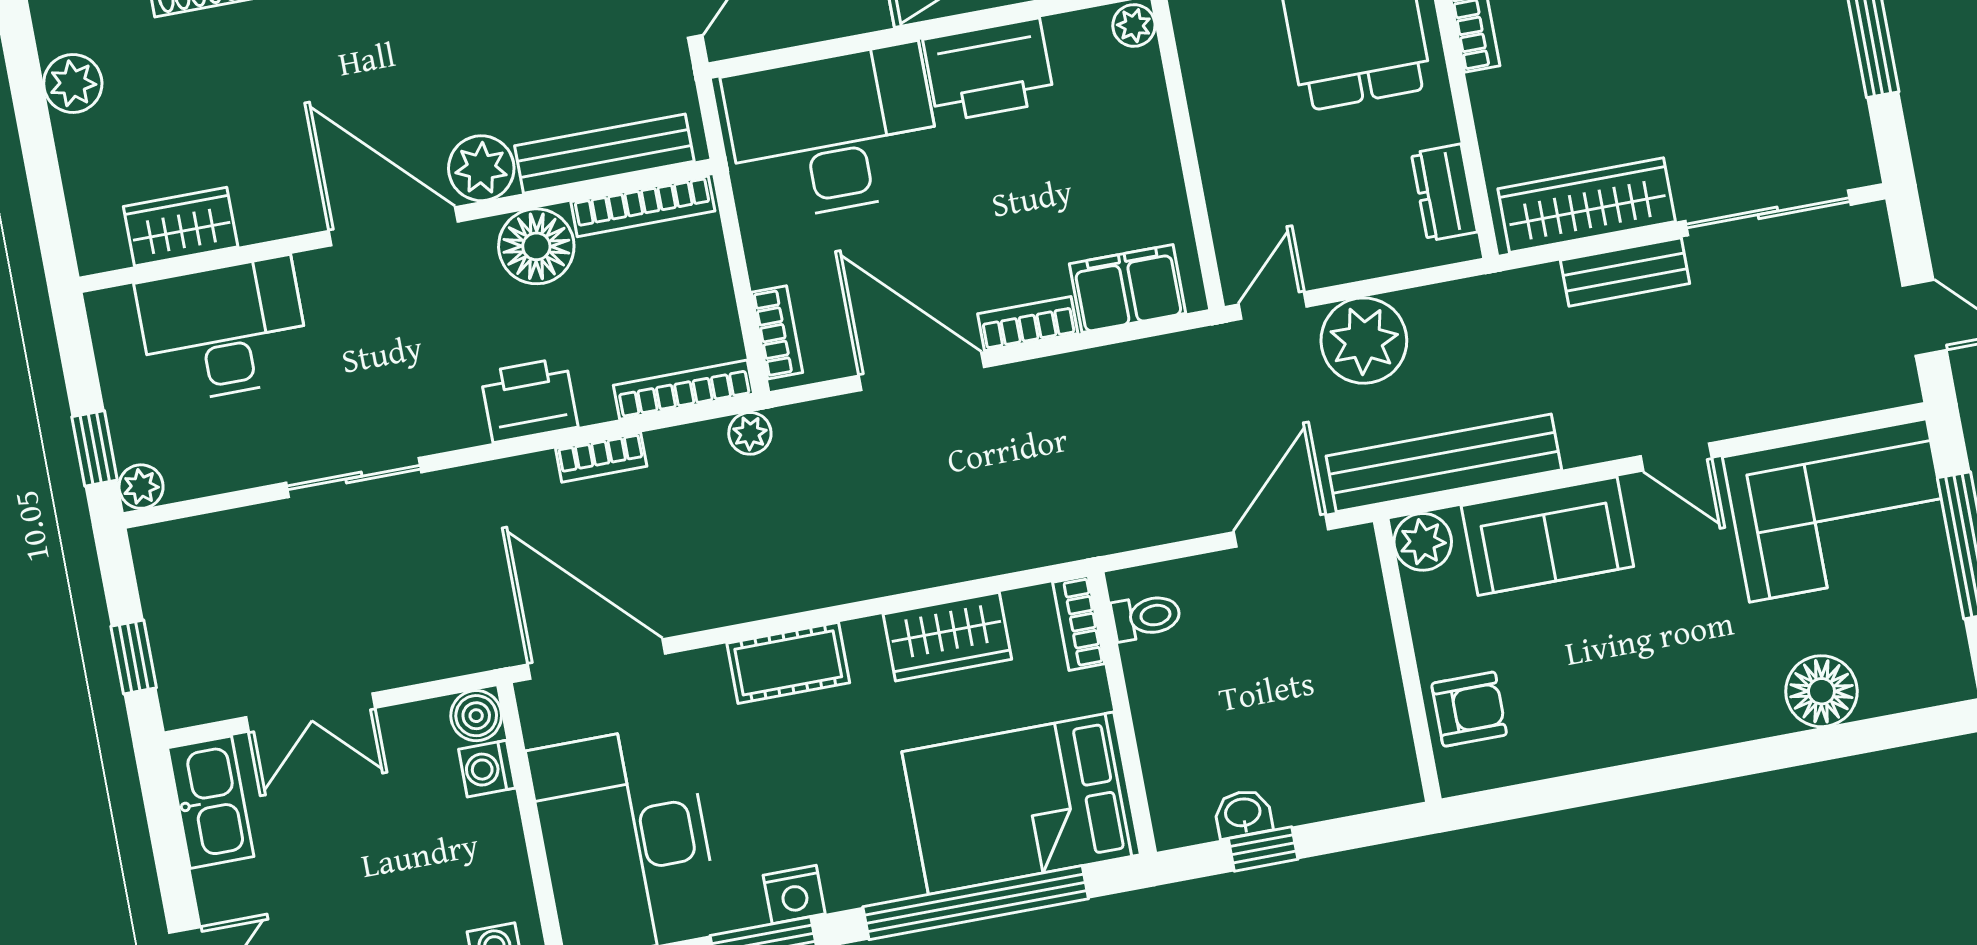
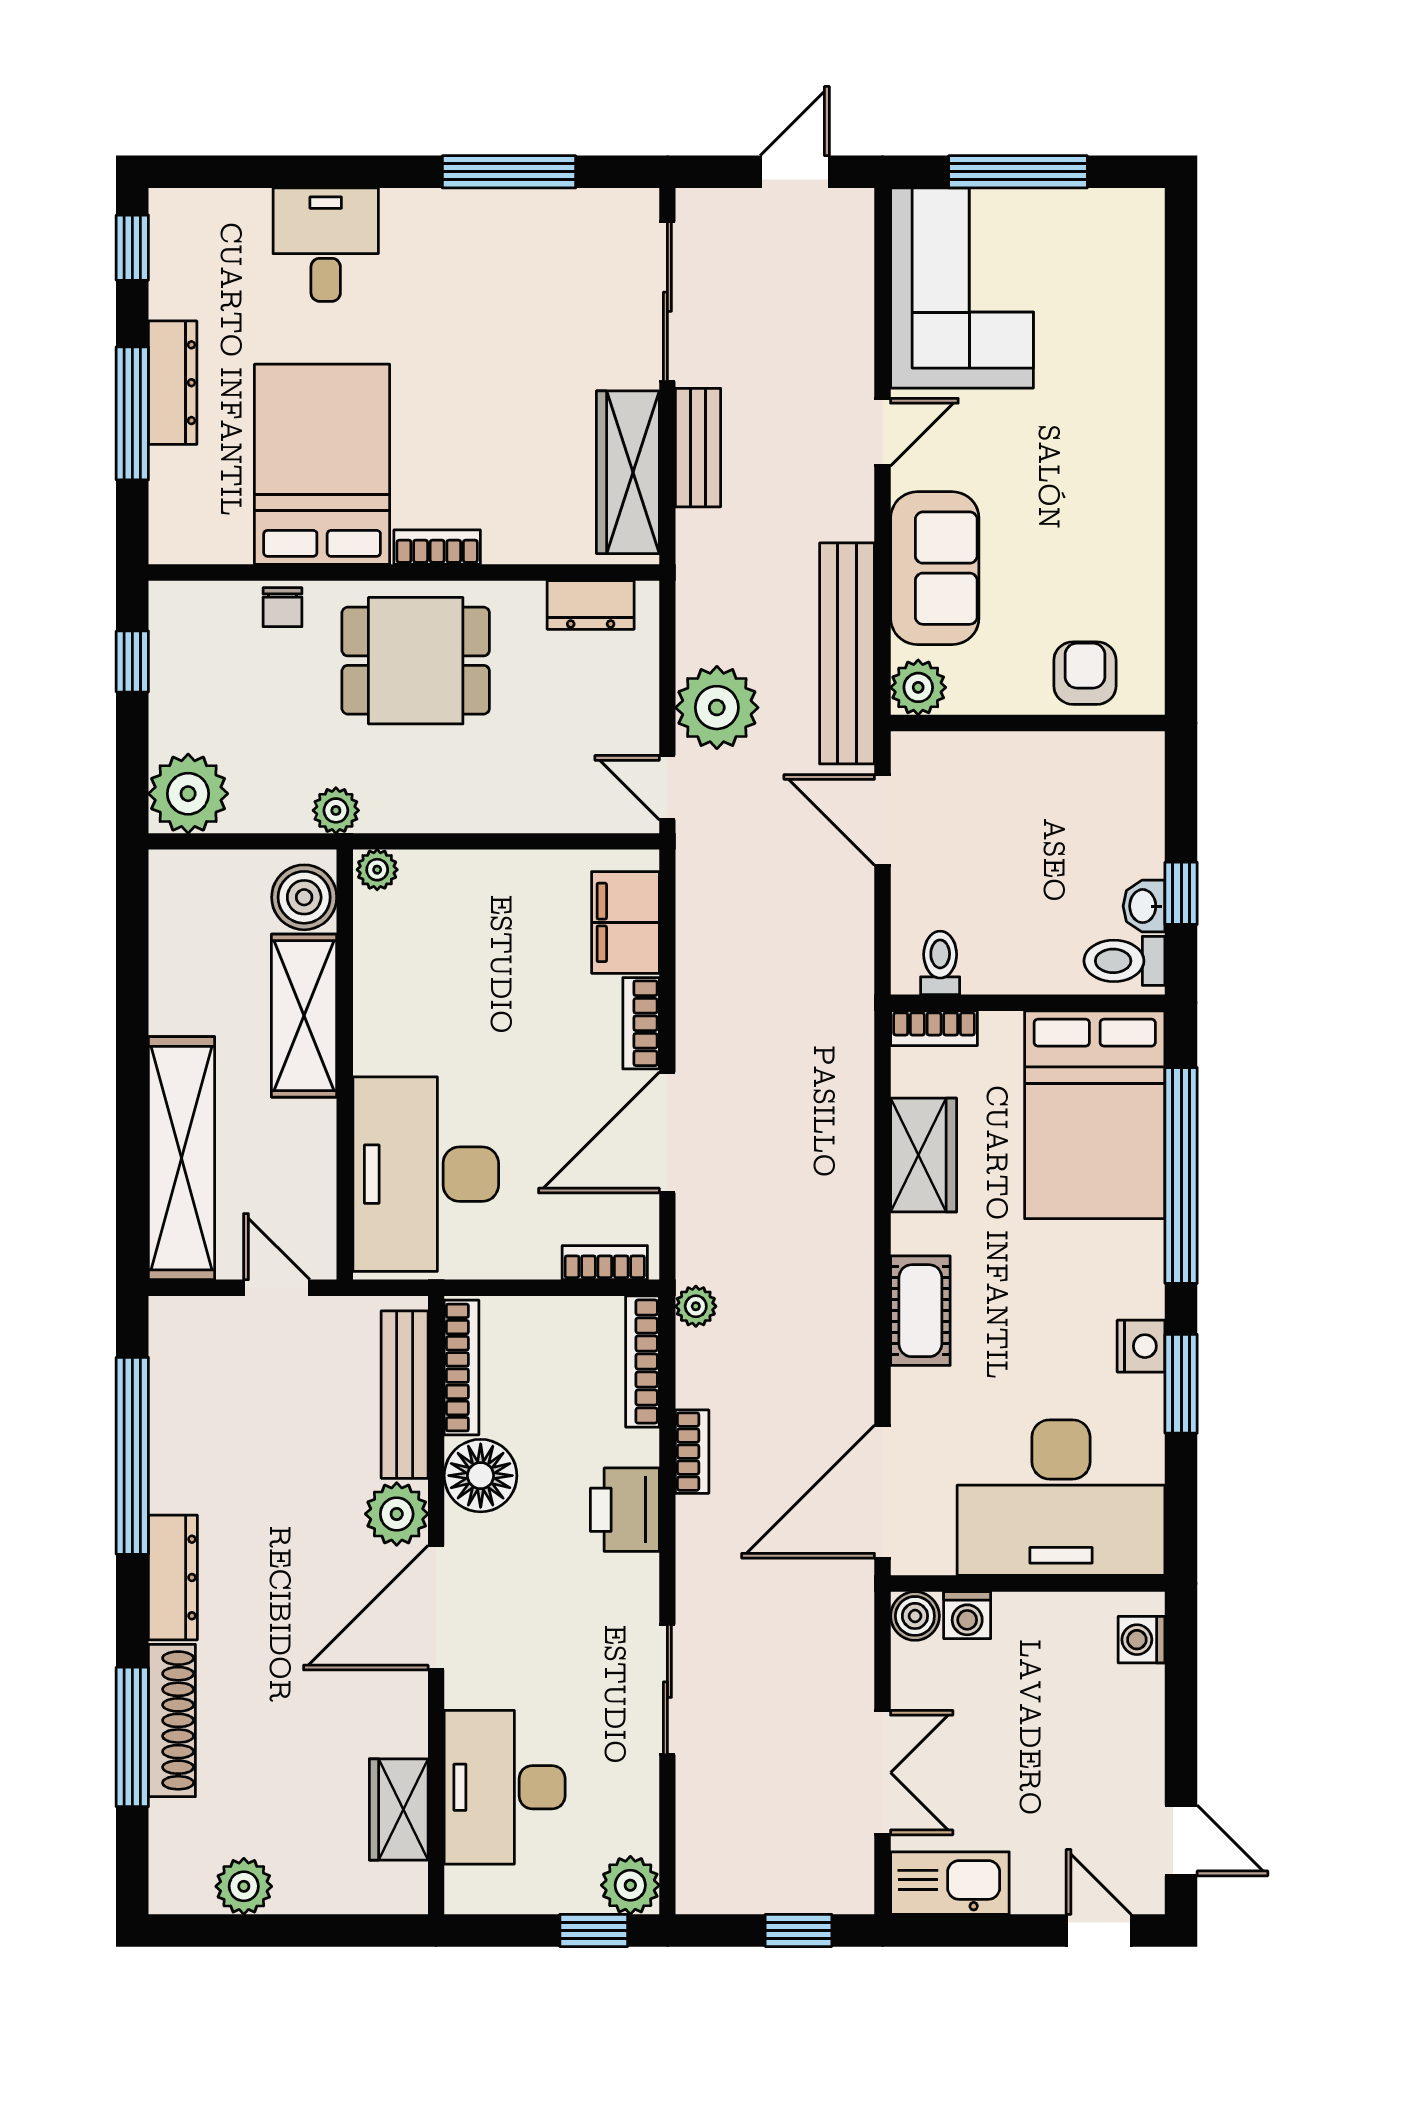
printer: (989, 70) -> (394, 1015), removed
plant: (141, 487) -> (630, 1885), width x1.38, depth x1.38
floor lamp: (1821, 691) -> (1131, 336), removed
toilet: (1183, 804) -> (1124, 961), added

